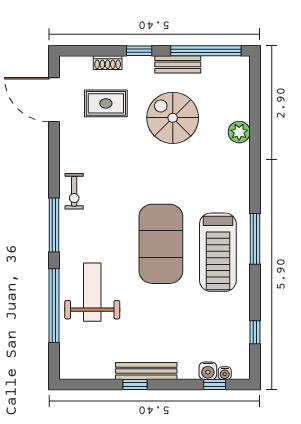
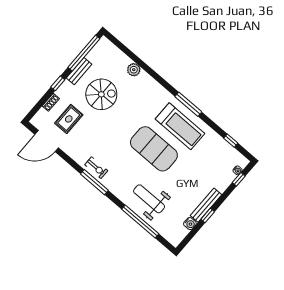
spiral stairs: (173, 118) -> (101, 94), turned 180
window: (54, 225) -> (94, 182), moved
water cooler: (208, 371) -> (190, 224), moved

